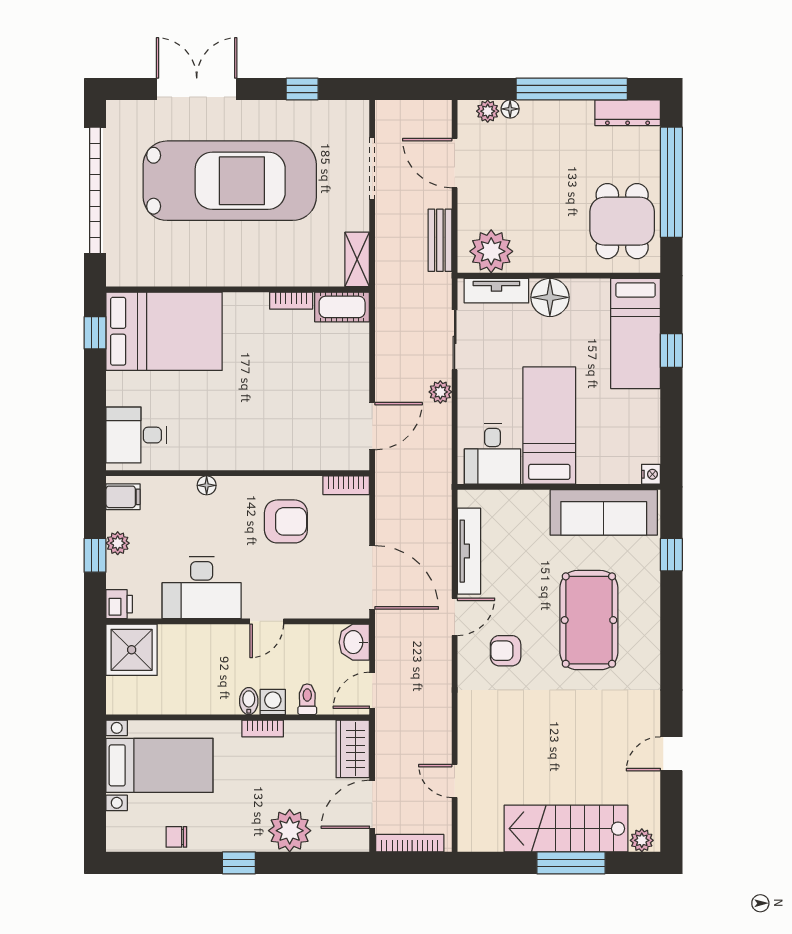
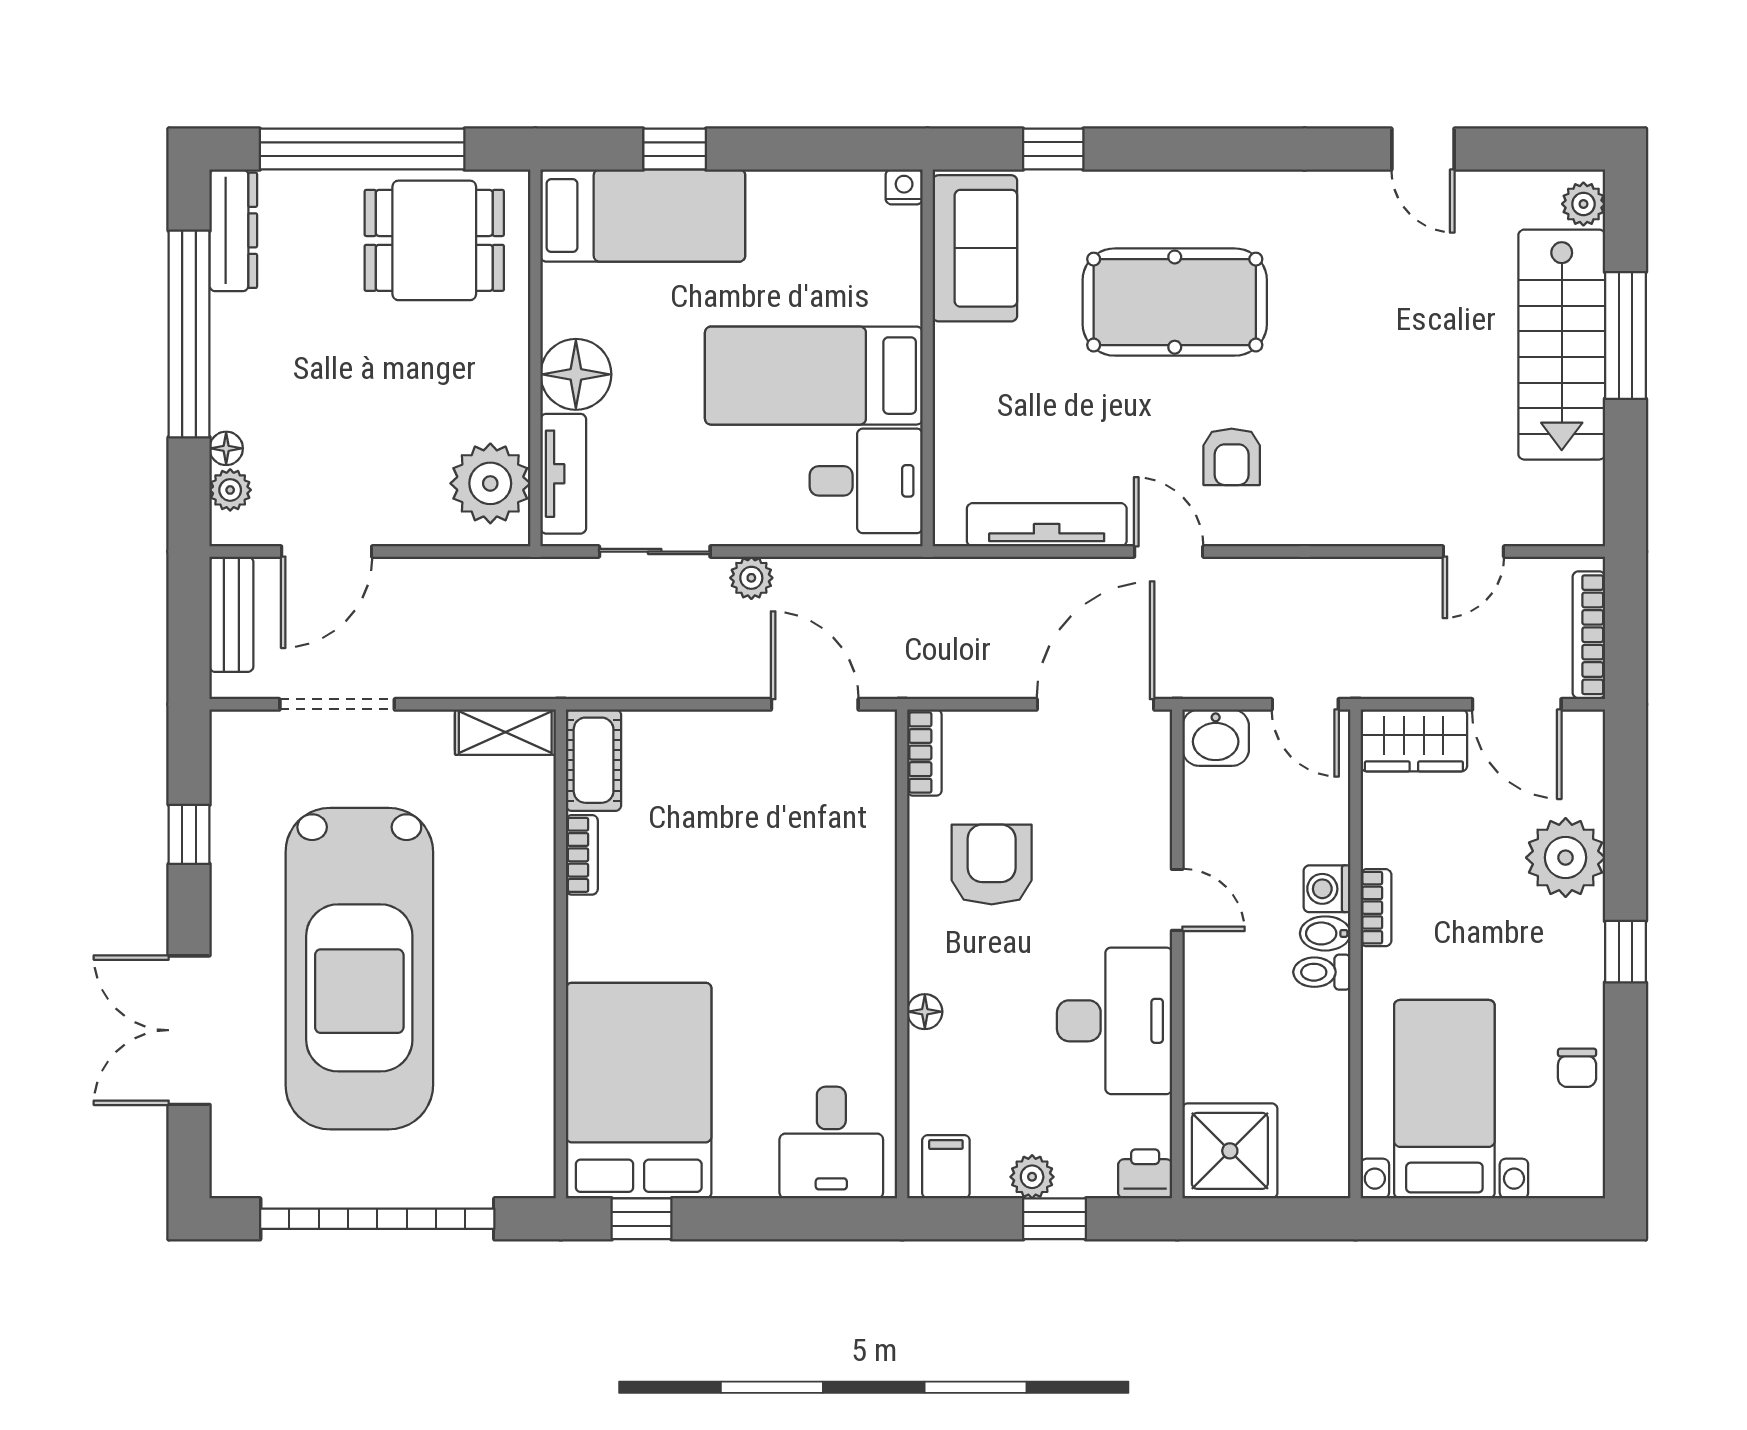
car: (230, 181) -> (359, 969), turned 180
bench: (440, 240) -> (231, 614), moved, turned 90
sofa: (604, 512) -> (975, 248), width x0.73
toilet: (307, 699) -> (1322, 972), moved

